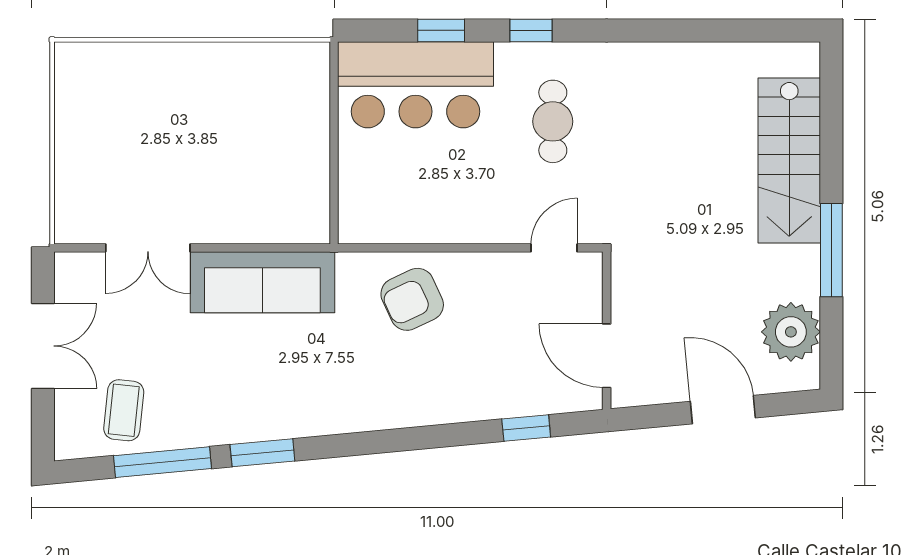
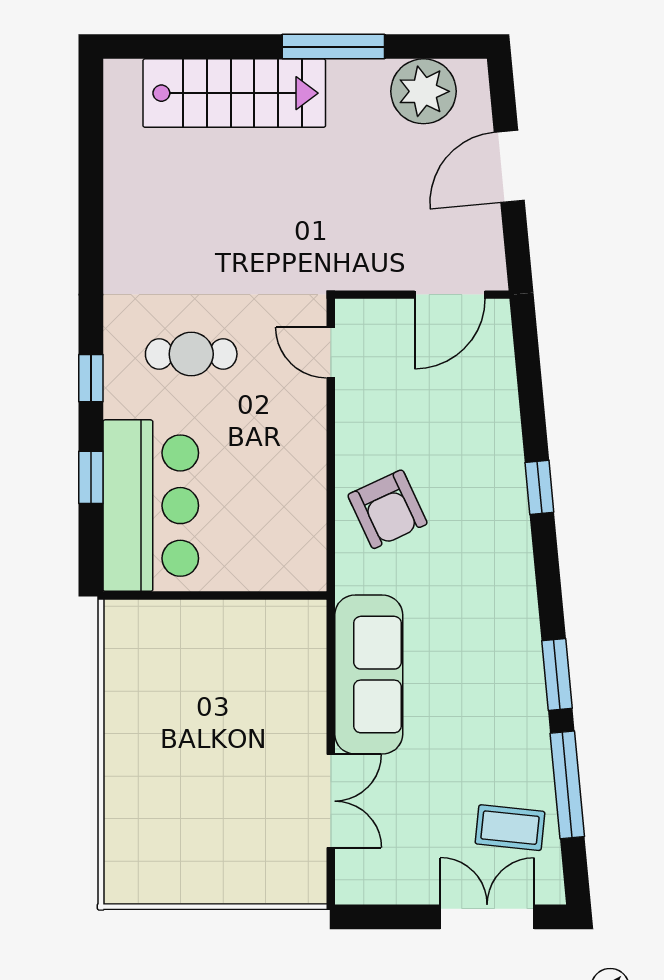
double door: (43, 346) -> (487, 917), moved
window: (526, 428) -> (539, 487), moved

